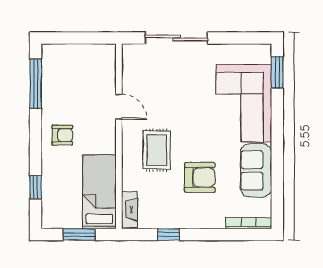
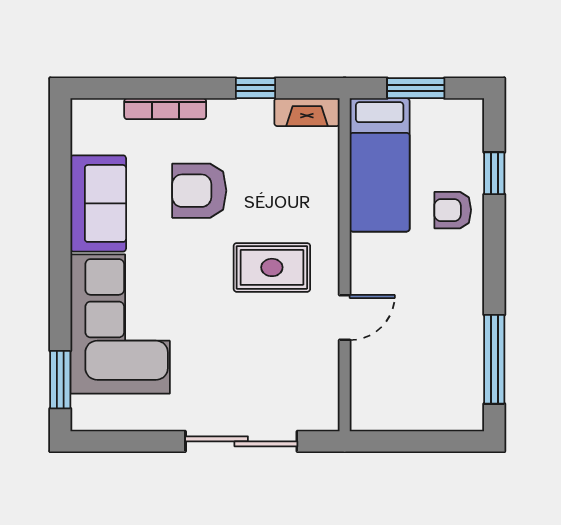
door: (119, 107) -> (345, 318), swing flipped
armchair: (62, 135) -> (453, 210), moved
rug: (157, 150) -> (272, 267), moved, turned 90
fireplace: (129, 210) -> (307, 112), moved, turned -90
bookcase: (249, 223) -> (165, 109), moved

